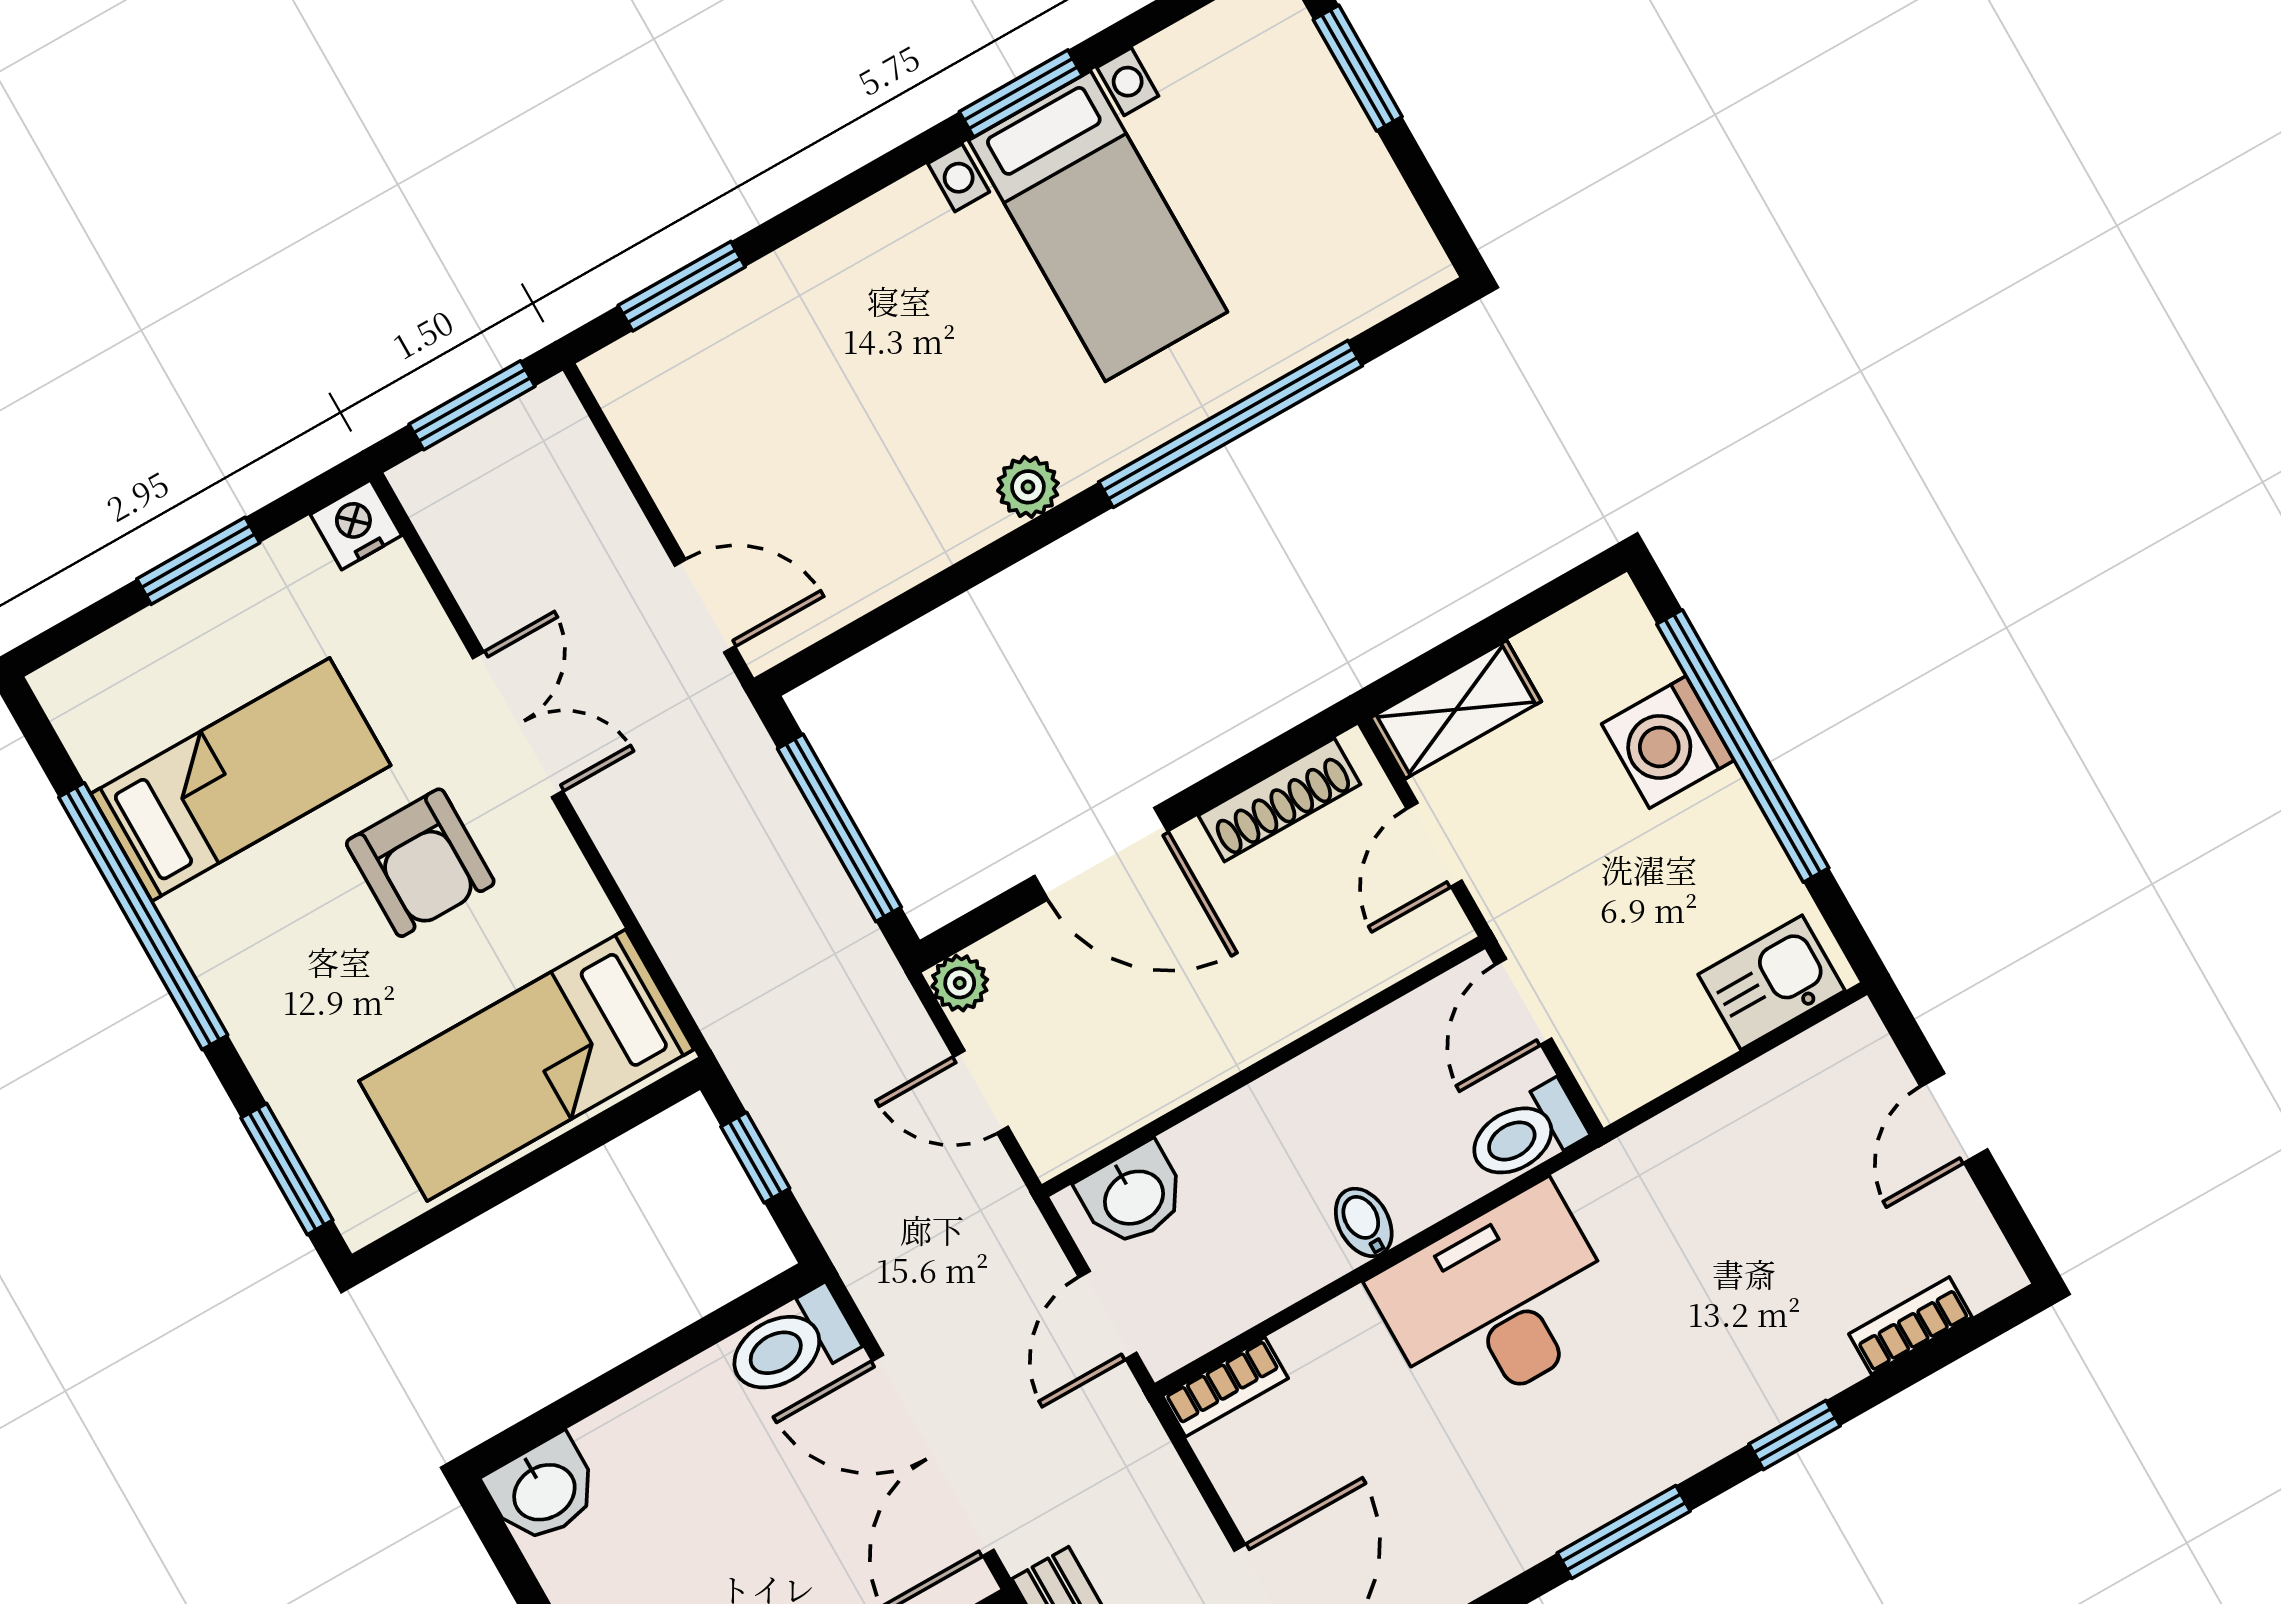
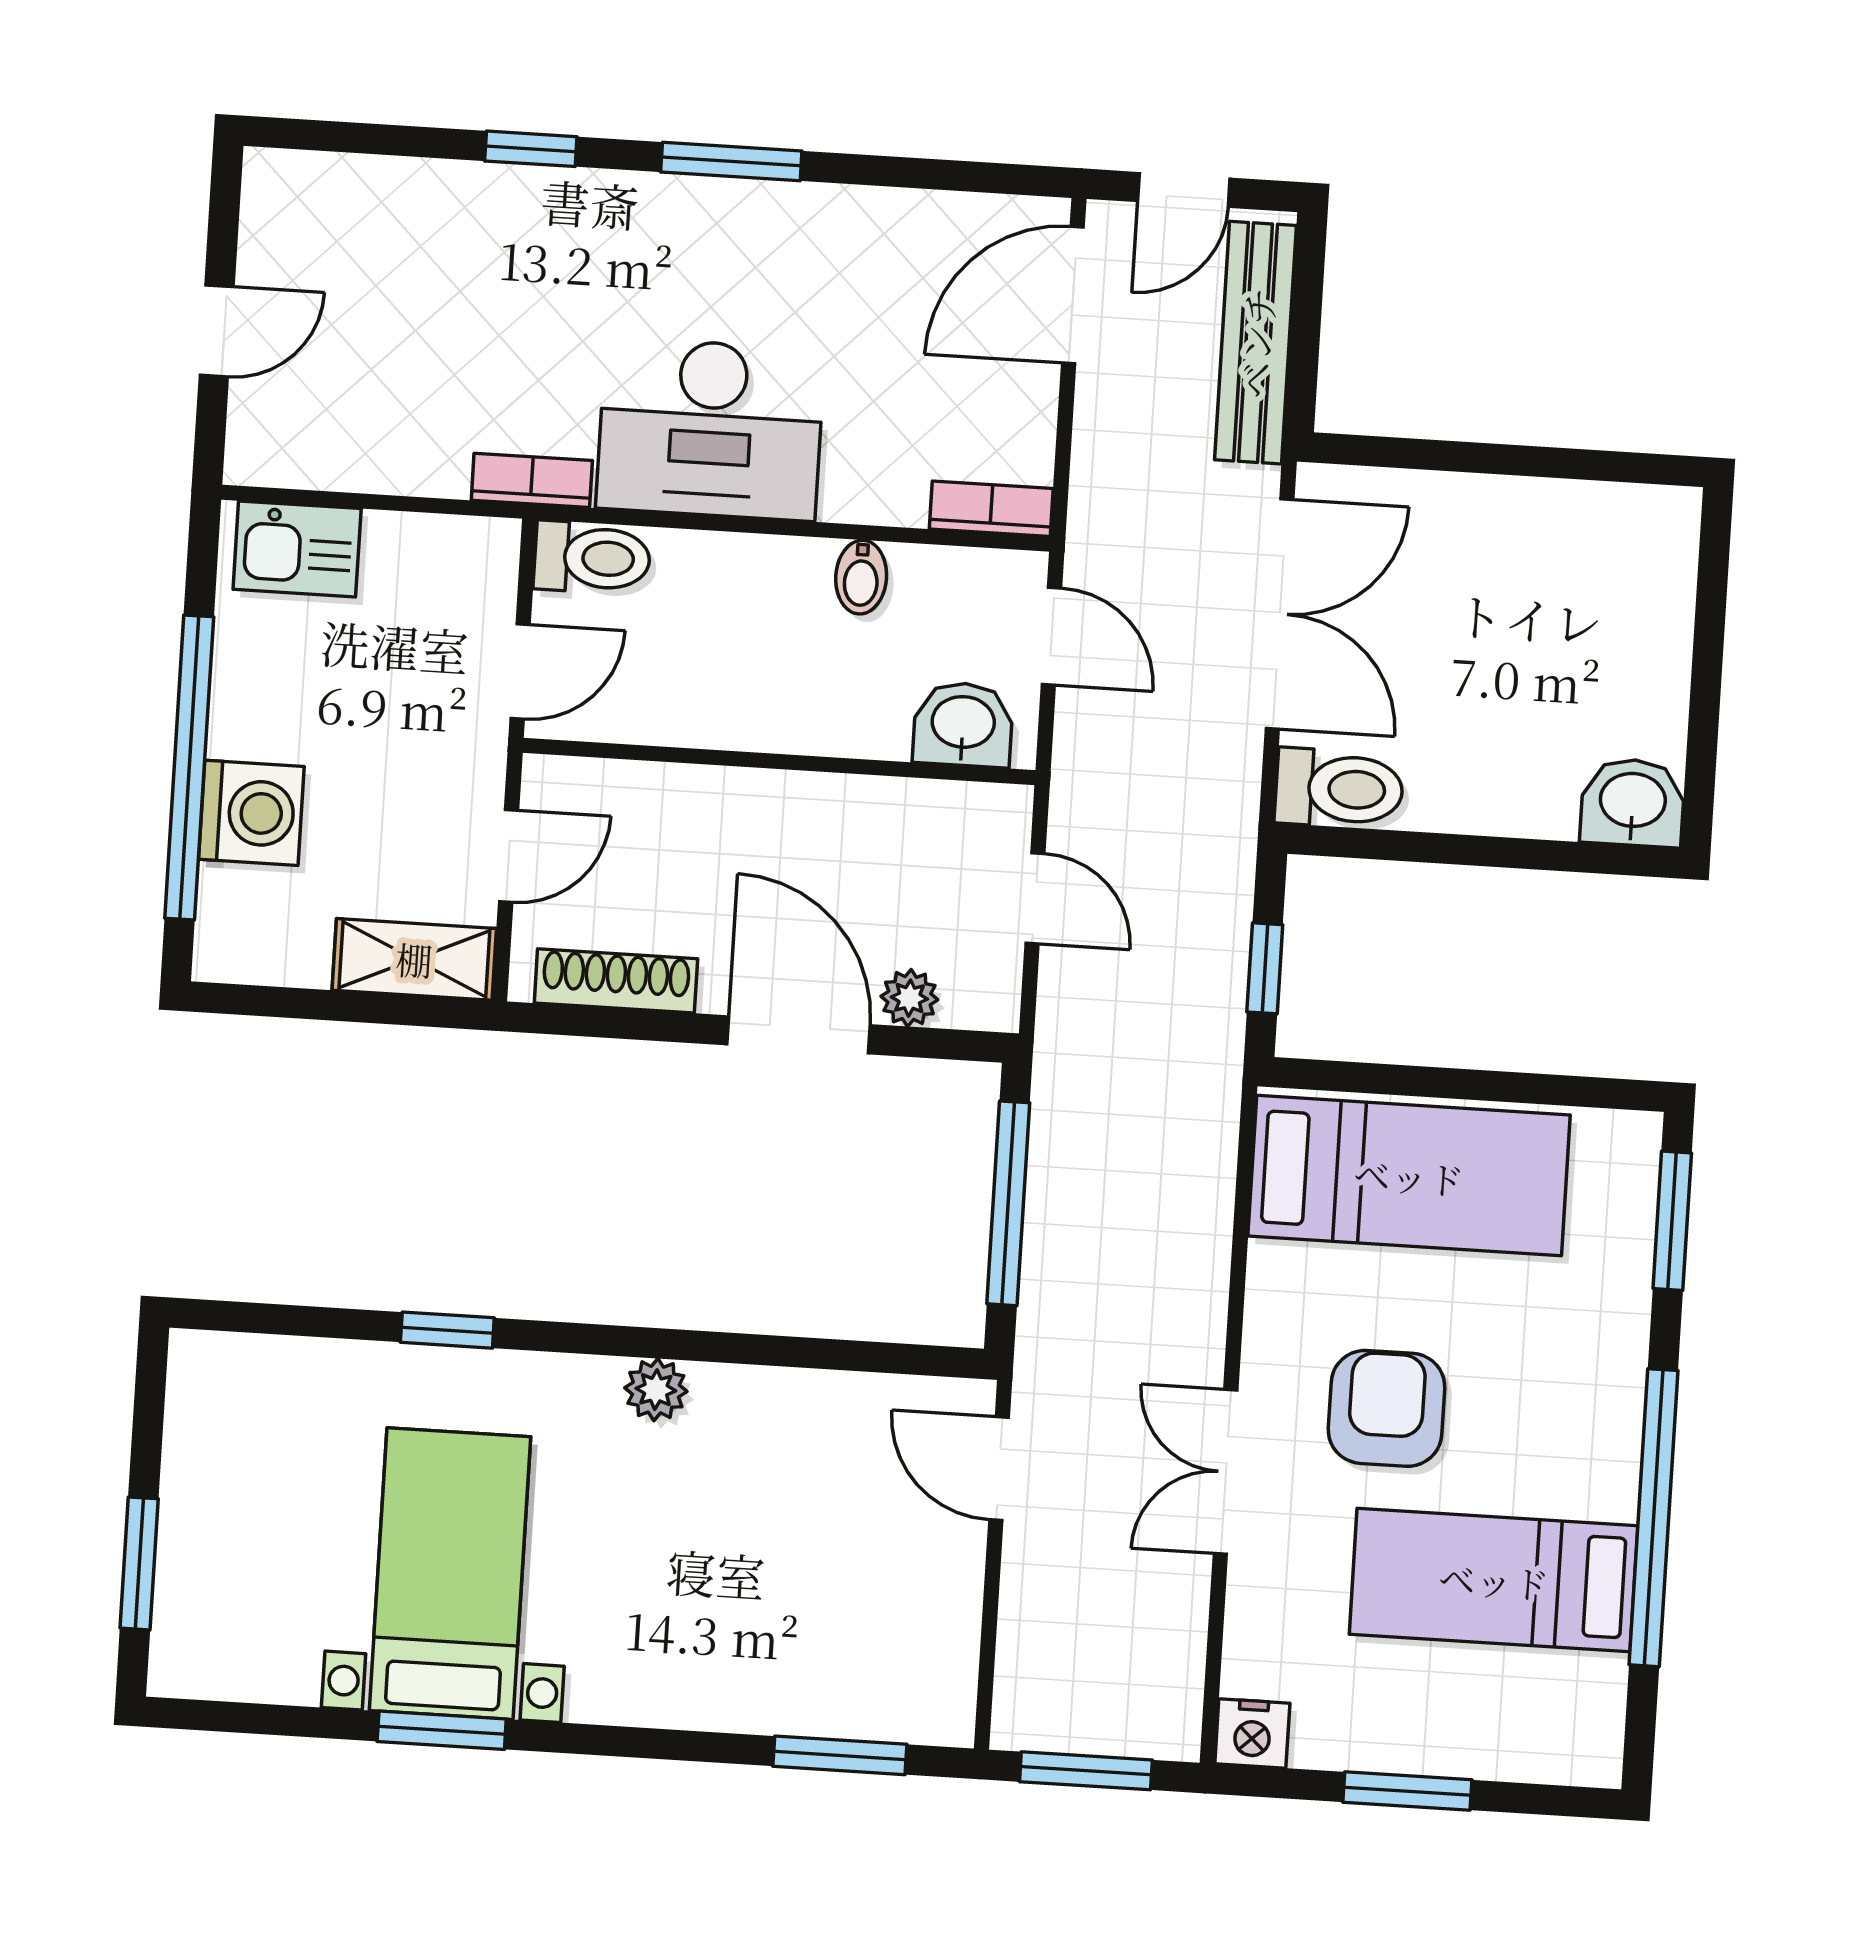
window: (1230, 424) -> (447, 1330), width x0.32
plant: (960, 983) -> (909, 998), moved
bidet: (1364, 1222) -> (861, 577), moved
door: (1108, 1315) -> (1051, 636), hinge flipped
bookcase: (1910, 1326) -> (532, 480), moved, turned 180

